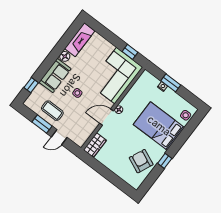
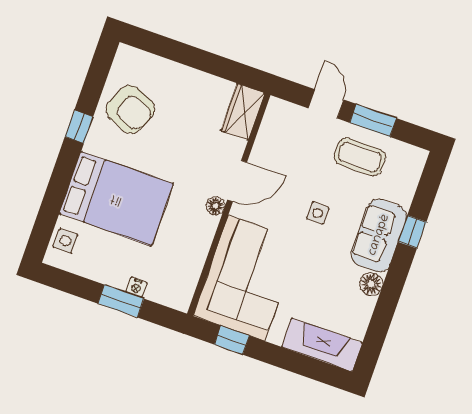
fireplace: (80, 40) -> (322, 345), moved, turned 90
window: (31, 85) -> (412, 232), moved
door: (59, 137) -> (326, 104), hinge flipped

